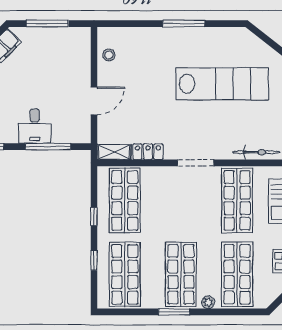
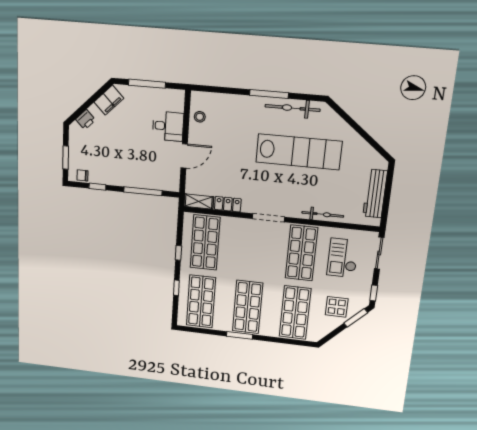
bicycle: (211, 36) -> (292, 108), added
desk: (35, 126) -> (168, 126), moved, turned -90
plant: (208, 302) -> (268, 331), removed

